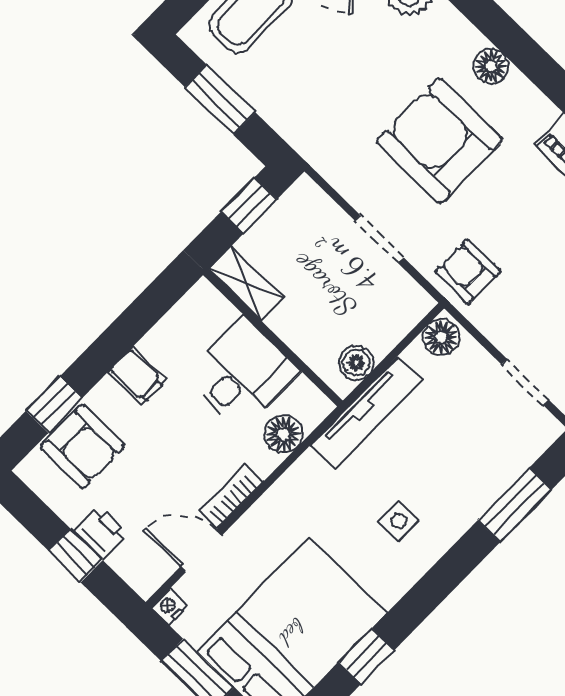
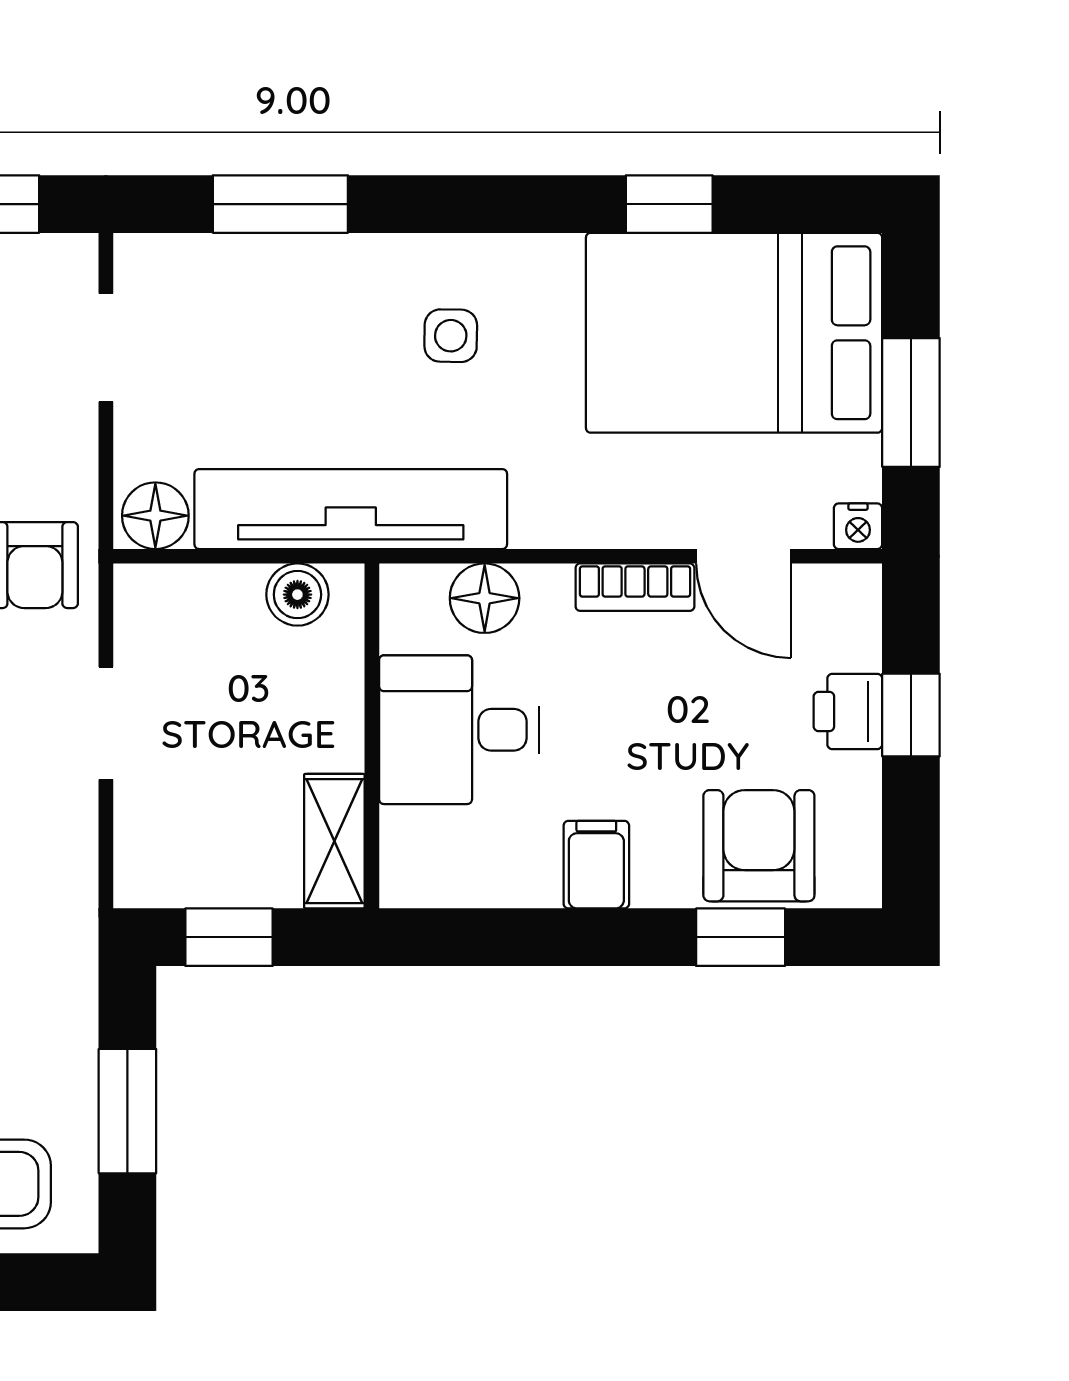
tv unit: (366, 413) -> (351, 509), width x1.36, depth x1.29

